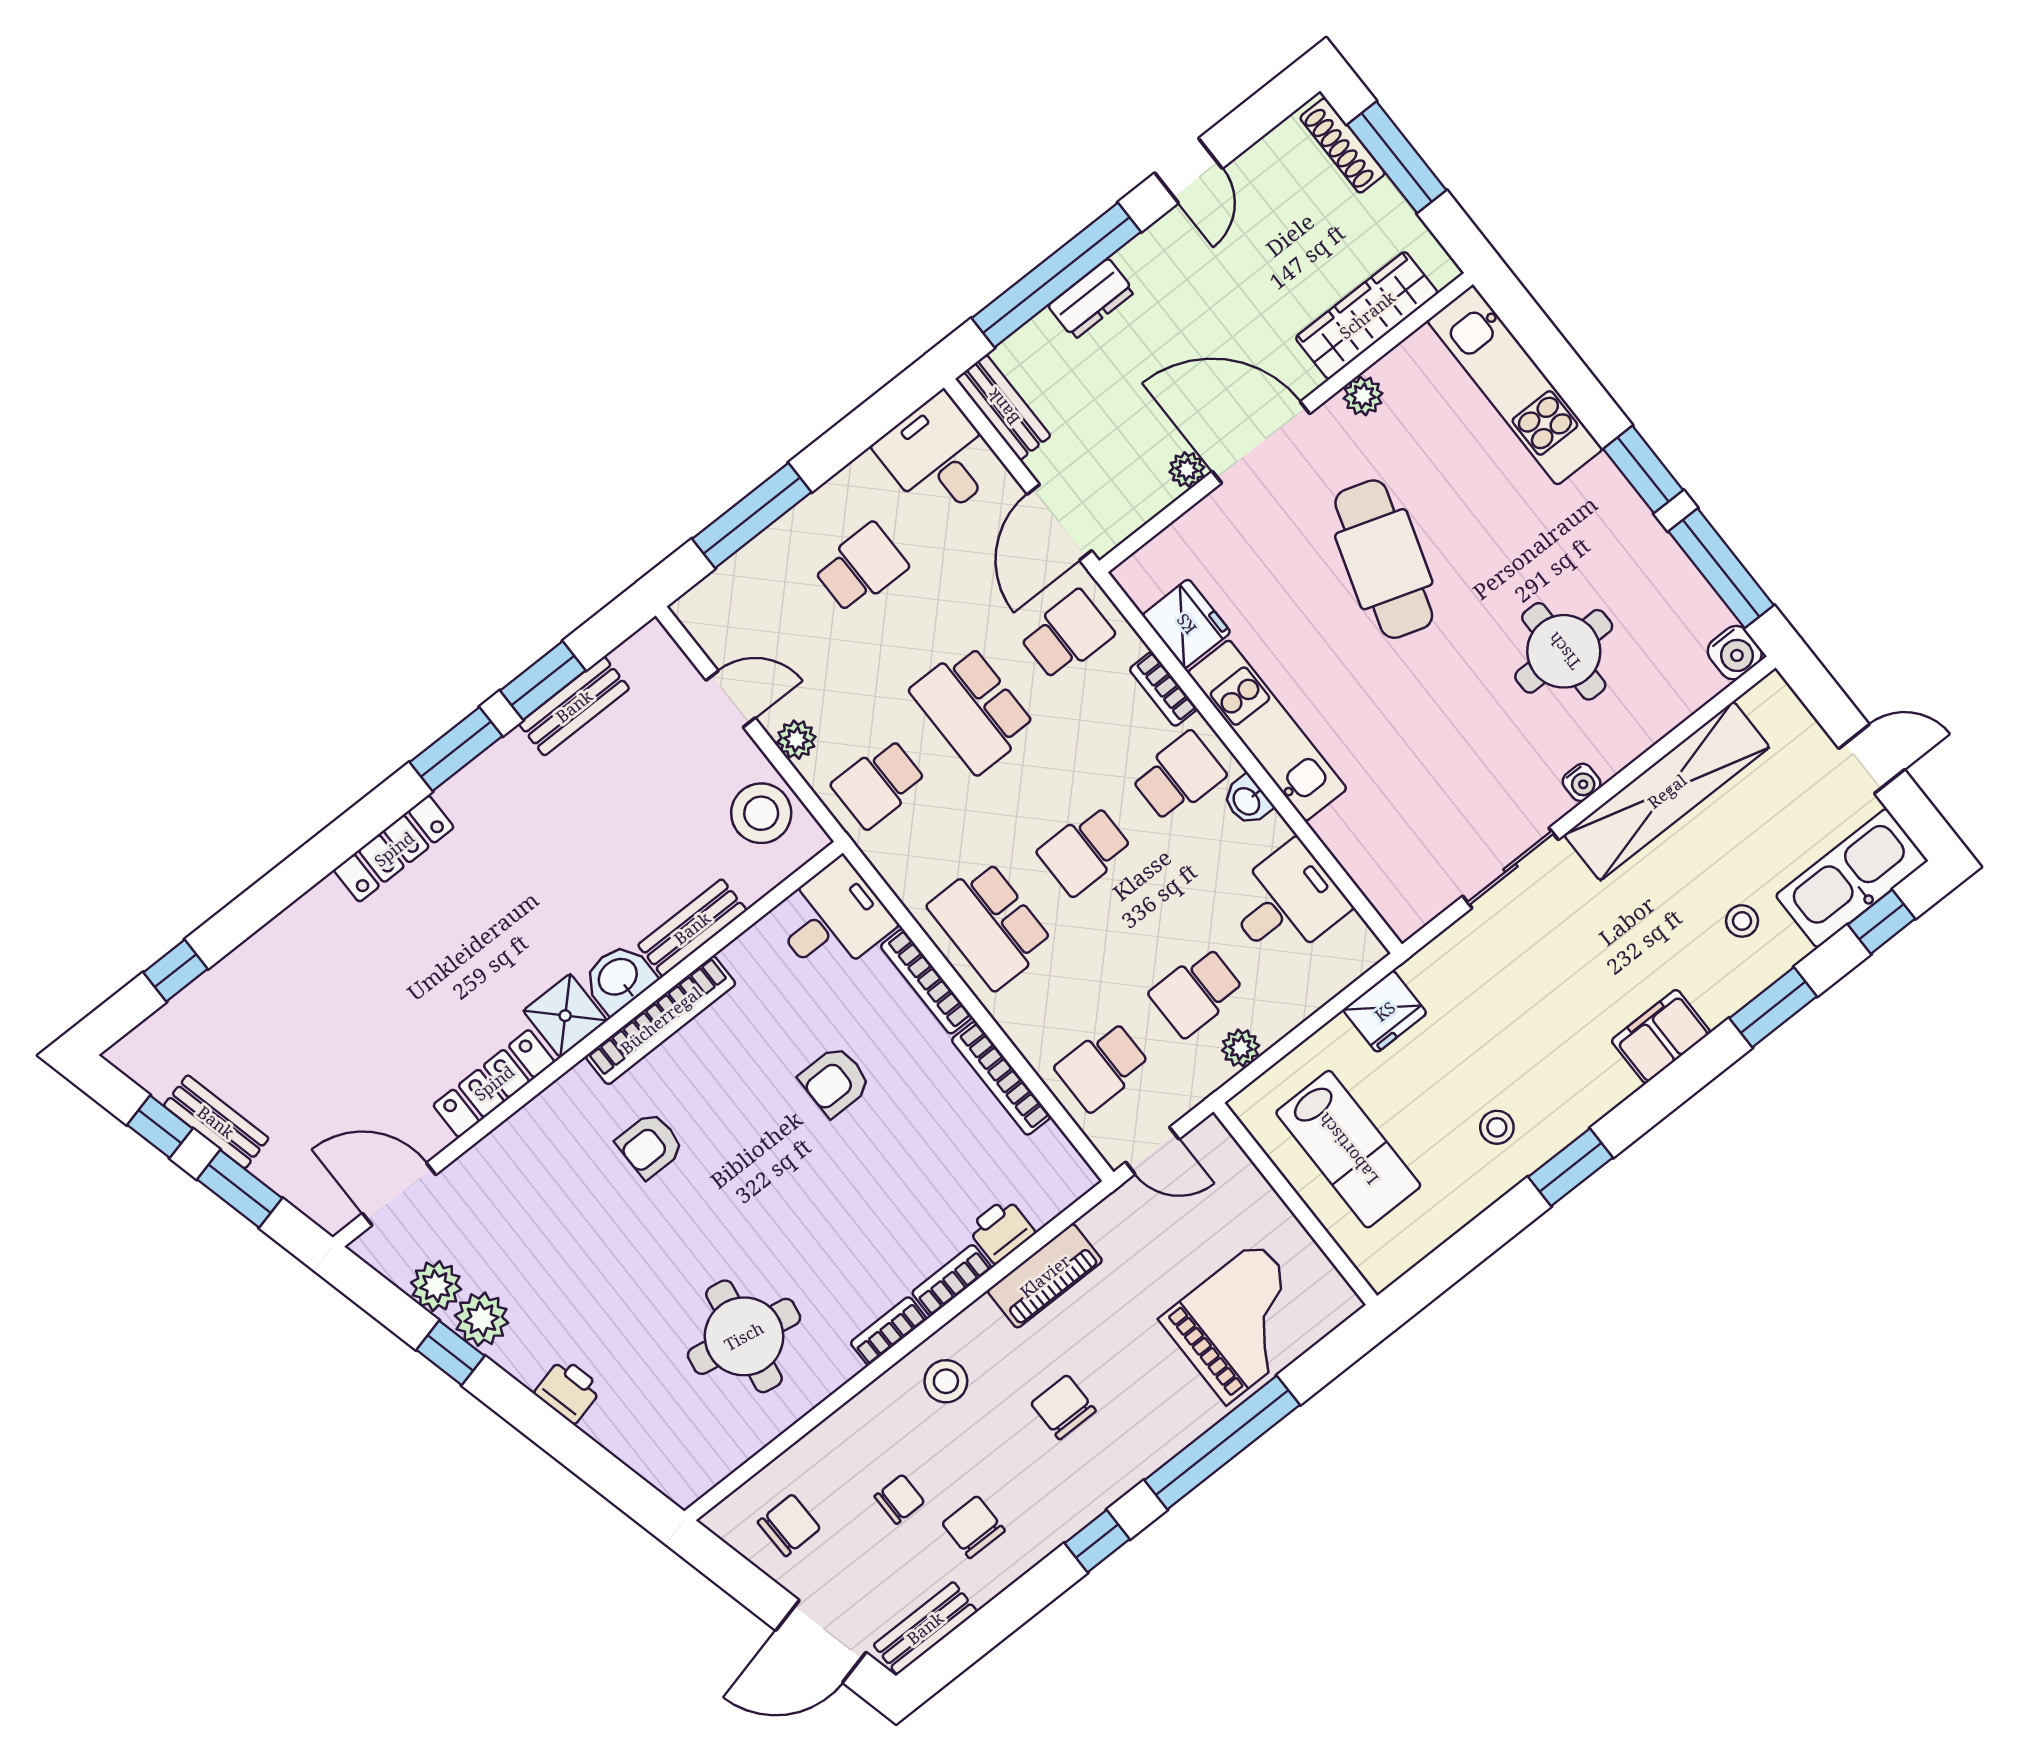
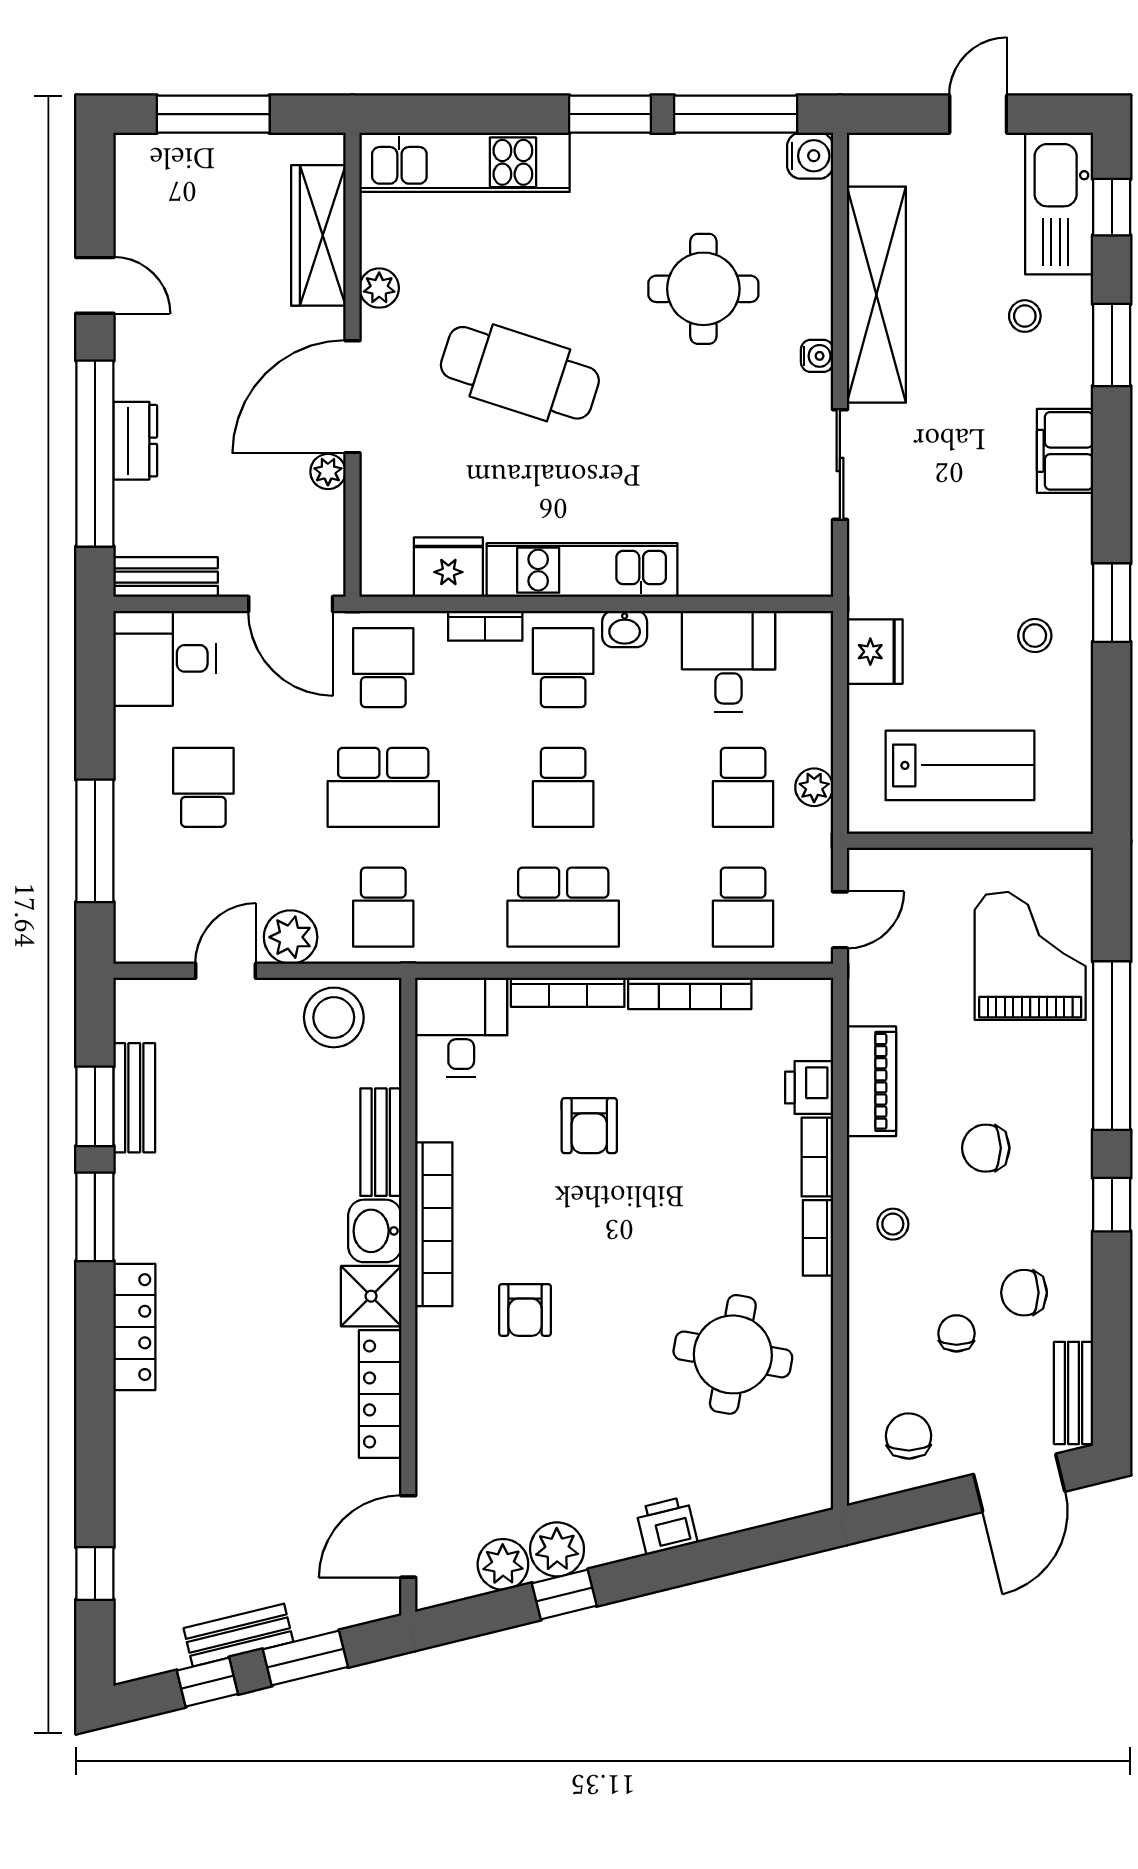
shoe rack: (1342, 146) -> (170, 149), removed
plant: (796, 740) -> (291, 937), width x1.38, depth x1.38
stool: (946, 1381) -> (893, 1224), width x0.73, depth x0.73

